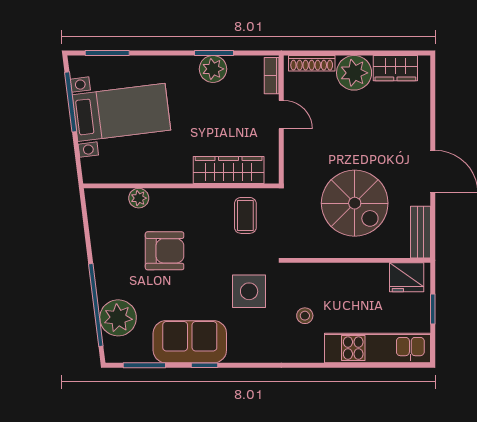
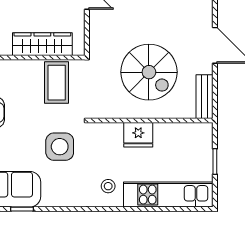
coffee table: (245, 215) -> (57, 83), width x1.36, depth x1.30
fridge: (407, 277) -> (138, 135), moved
stool: (305, 316) -> (108, 186), moved

